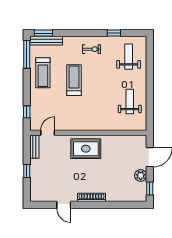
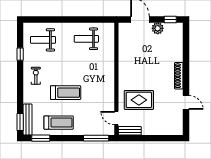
window: (27, 54) -> (41, 138), width x0.69
treadmill: (74, 80) -> (66, 93), turned 180
window: (27, 112) -> (96, 138), width x2.17
rug: (86, 149) -> (139, 100), moved, turned 90
window: (27, 171) -> (153, 138), removed
door: (64, 205) -> (186, 102), hinge flipped

